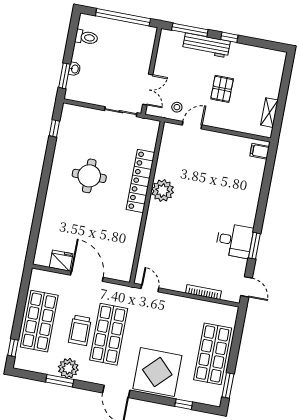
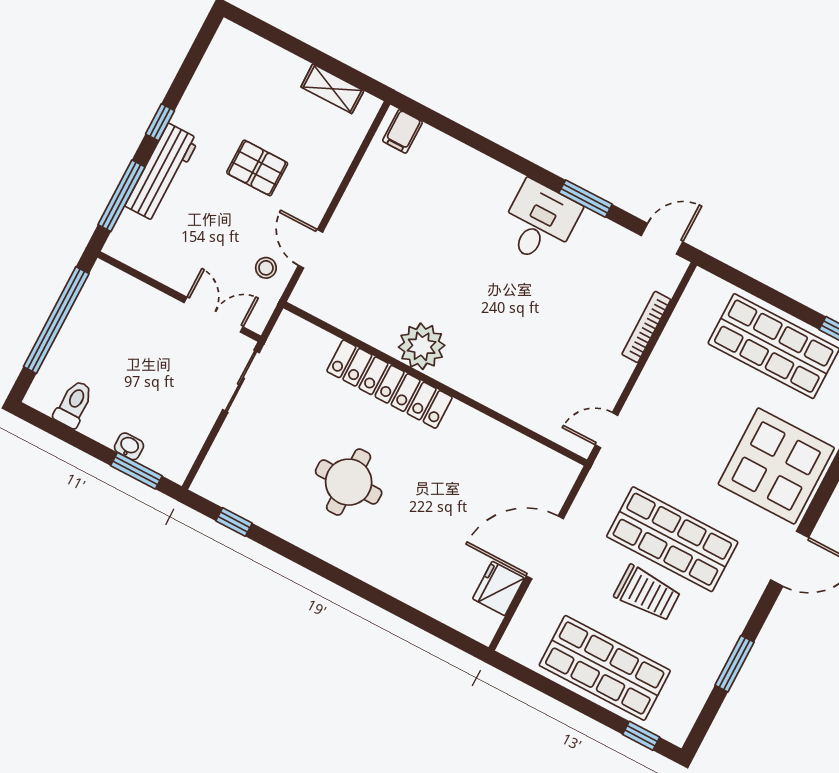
desk: (234, 241) -> (539, 222), moved
plant: (68, 368) -> (715, 639), removed

